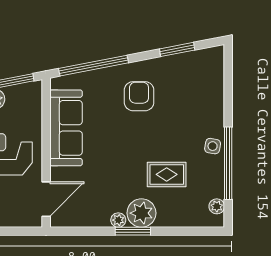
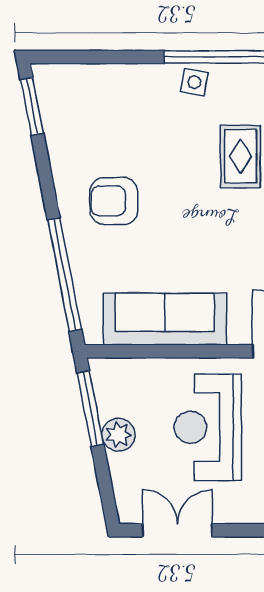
window: (177, 49) -> (32, 106), moved

